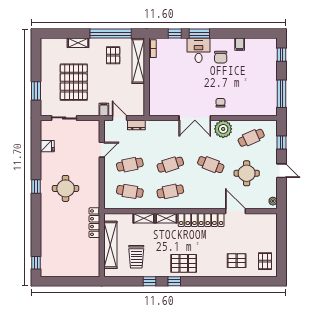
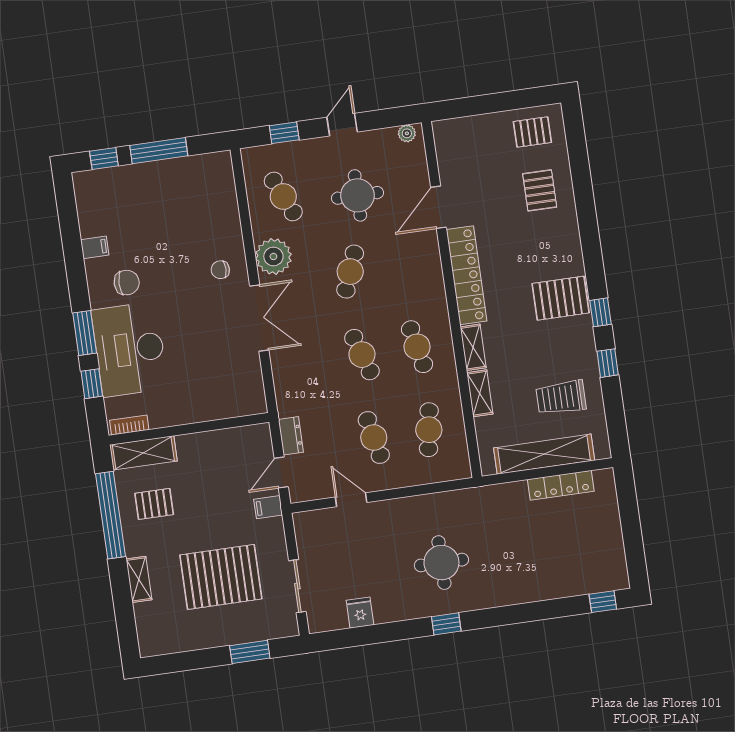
desk: (199, 50) -> (130, 349), width x1.87, depth x1.30
shelving: (138, 61) -> (143, 453), width x0.68
window: (282, 94) -> (159, 151), moved
locker: (94, 223) -> (561, 485), moved
trolley: (136, 257) -> (561, 397), turned 180
pallet: (184, 263) -> (561, 298), turned 90

